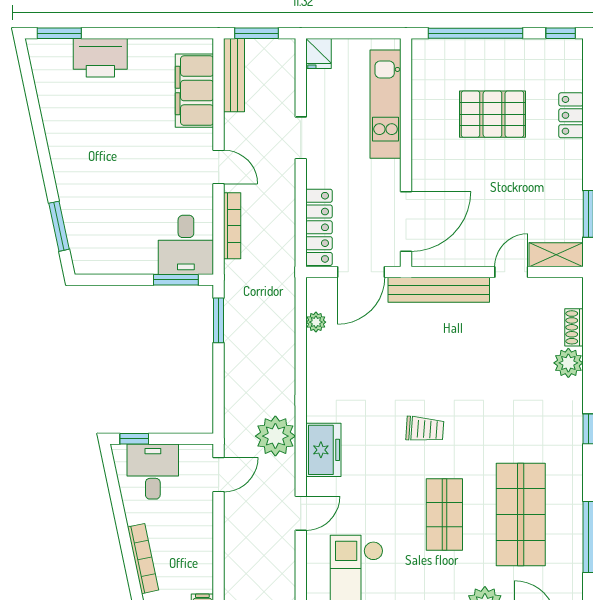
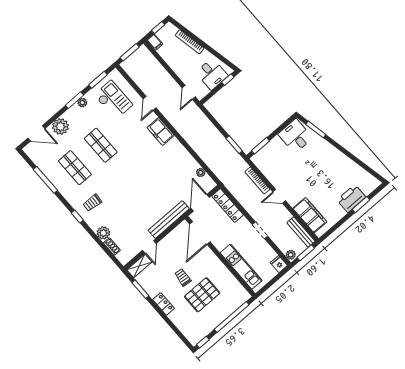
window: (59, 33) -> (361, 205), moved
locker: (571, 115) -> (163, 304), moved
trolley: (500, 172) -> (183, 277), added
desk: (186, 245) -> (295, 136), moved
trolley: (425, 429) -> (92, 203), moved
plant: (275, 436) -> (291, 255), moved, width x0.53, depth x0.53
shop shelf: (521, 515) -> (75, 168), width x0.70, depth x0.74

